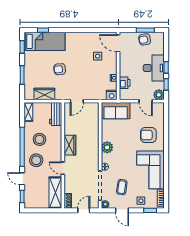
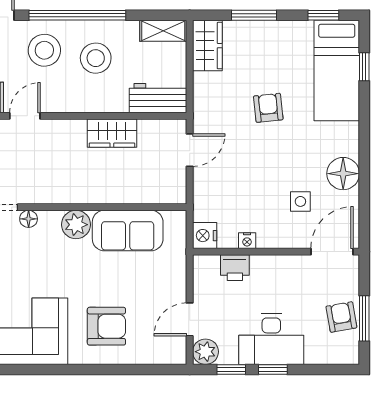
floor lamp: (86, 39) -> (343, 174), added
wardrobe: (44, 94) -> (207, 46), moved
door: (77, 101) -> (190, 150), swing flipped
sofa: (116, 111) -> (128, 231), moved, turned -90
armchair: (148, 135) -> (106, 326), turned 90
wardrobe: (70, 145) -> (112, 133), moved

